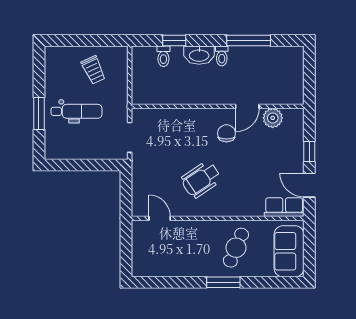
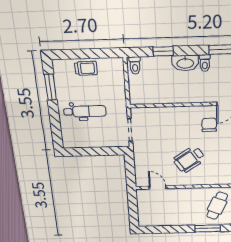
toilet: (163, 56) -> (135, 66), moved
trolley: (93, 70) -> (86, 68), moved, turned -65
window: (39, 114) -> (50, 87), moved

